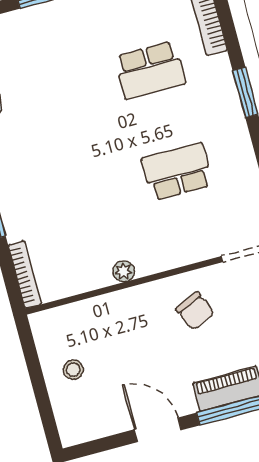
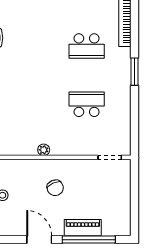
chair: (195, 311) -> (55, 188), moved

